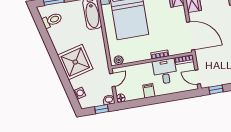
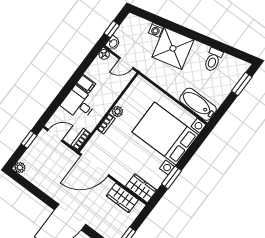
toilet: (52, 20) -> (213, 60), moved
plant: (119, 60) -> (117, 111), moved
desk: (165, 71) -> (79, 103), moved, turned 180
door: (112, 80) -> (126, 63), hinge flipped
washing machine: (79, 93) -> (156, 30), moved

